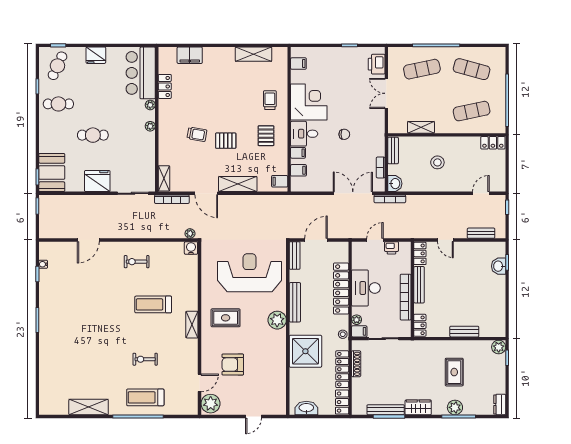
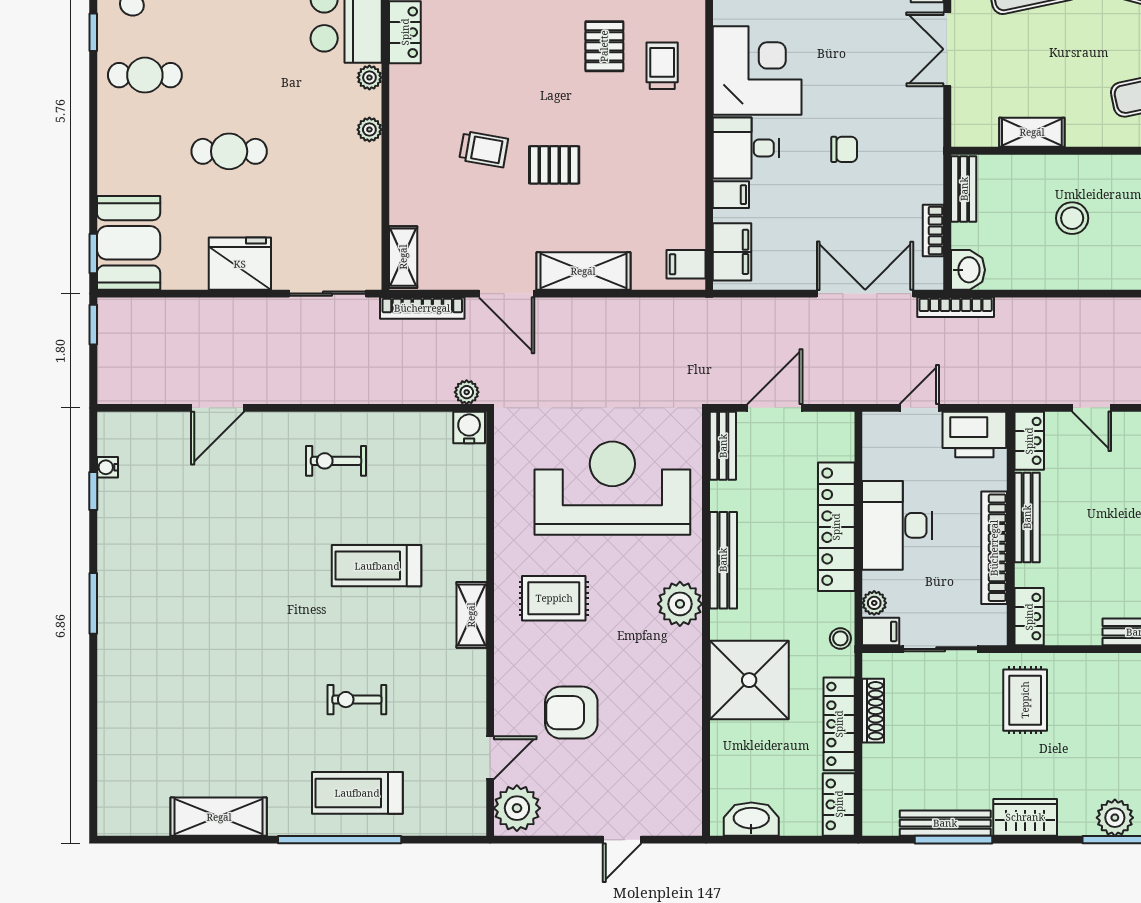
pallet: (266, 136) -> (604, 46), moved
filing cabinet: (298, 170) -> (732, 252), width x2.00
printer: (391, 248) -> (974, 434), width x1.87, depth x1.48
rug: (454, 372) -> (1025, 700), moved

